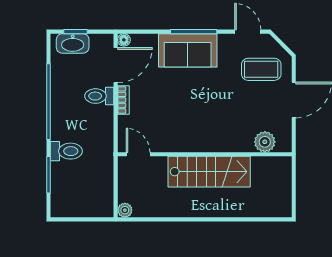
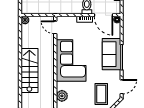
corner sofa: (199, 125) -> (71, 61), added
door: (138, 154) -> (55, 27), swing flipped
stairs: (209, 172) -> (29, 70), moved, turned 180

